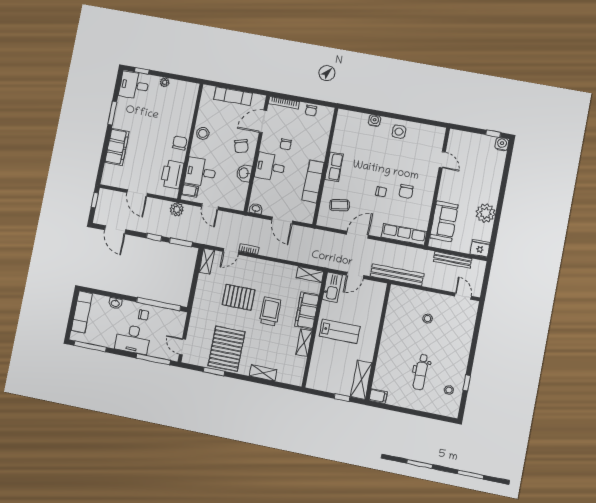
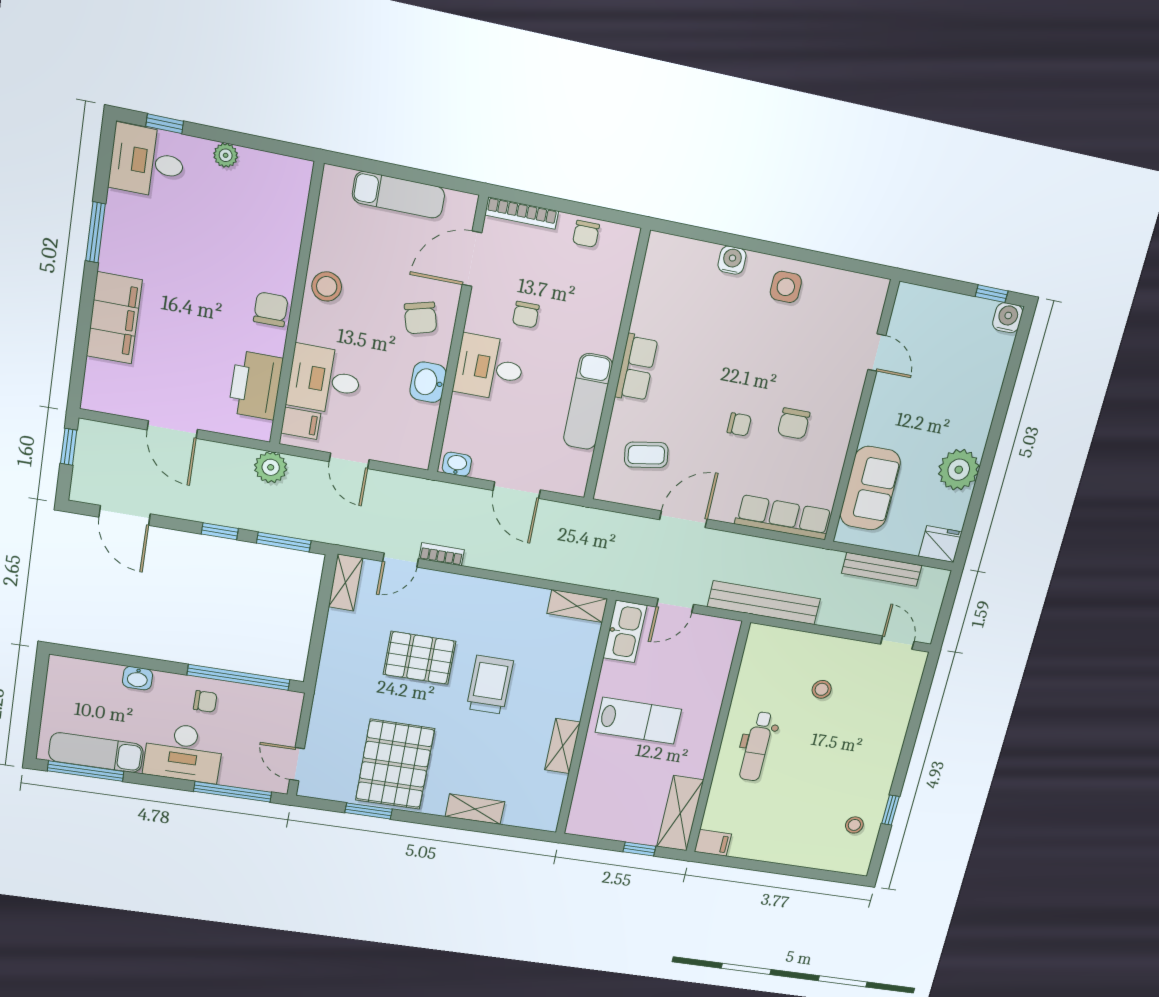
filing cabinet: (307, 311) -> (570, 681), removed
exam couch: (82, 312) -> (96, 753), moved, turned -90
dental chair: (421, 372) -> (757, 746), moved

